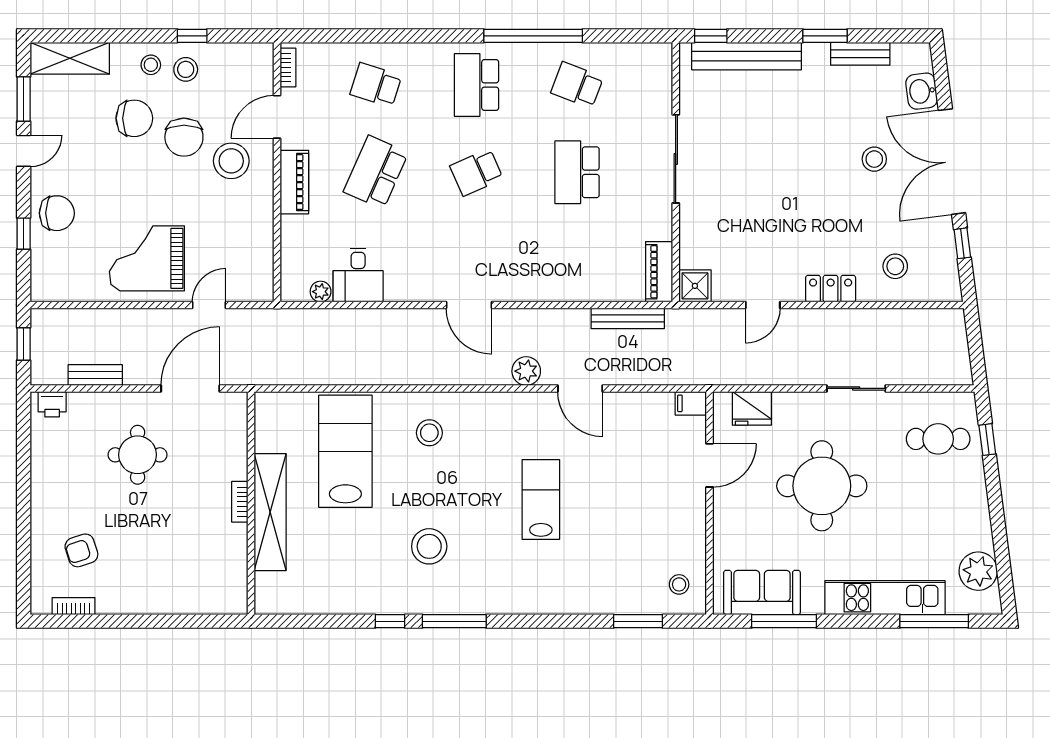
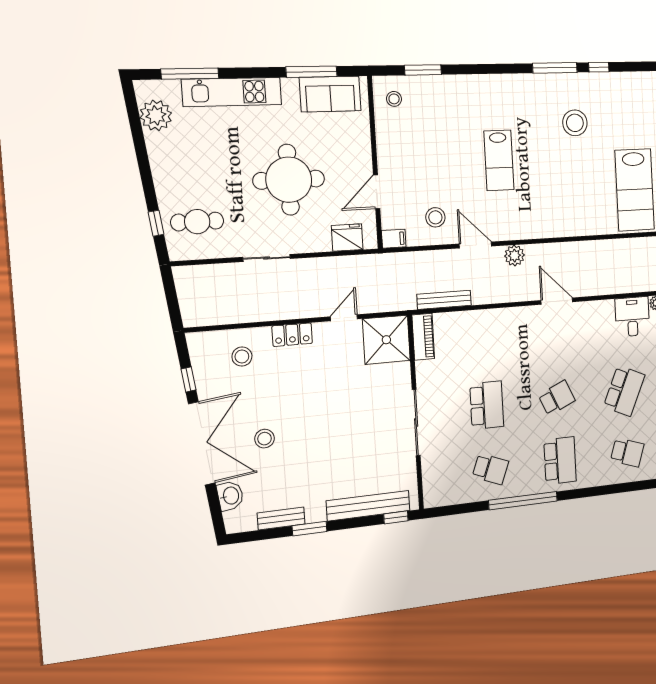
shower: (695, 286) -> (386, 340), width x1.86, depth x1.86
stool: (429, 433) -> (435, 217), moved

